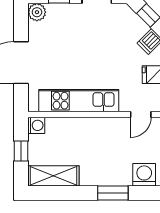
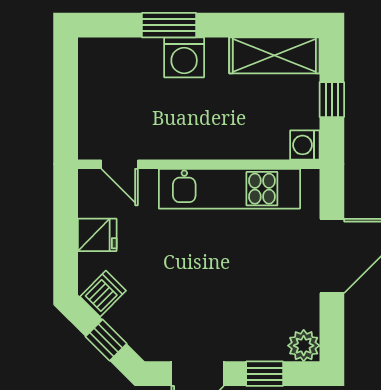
door: (141, 114) -> (120, 164), swing flipped
washing machine: (144, 175) -> (184, 57), moved

